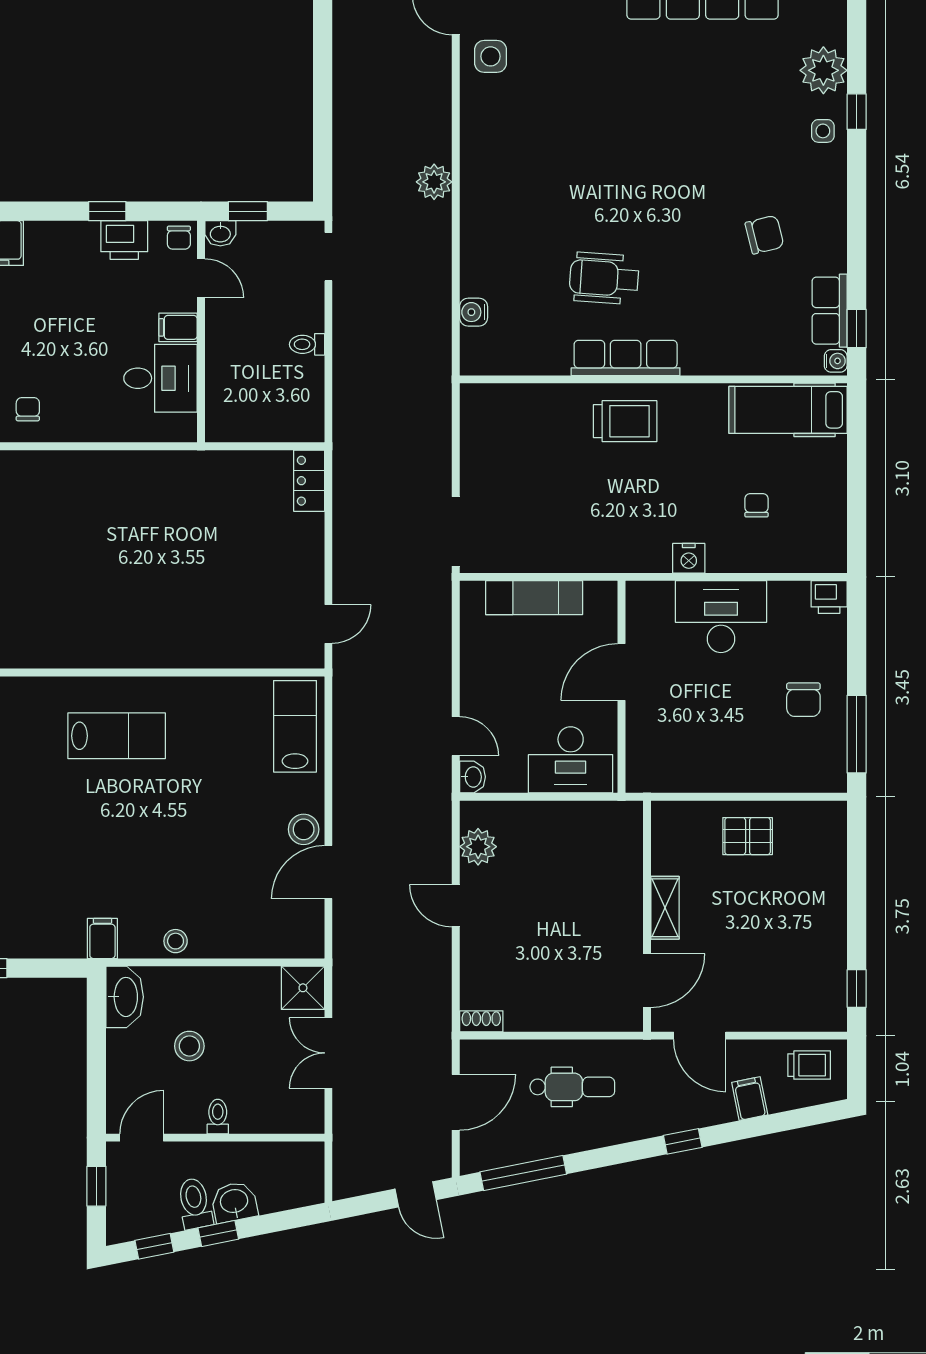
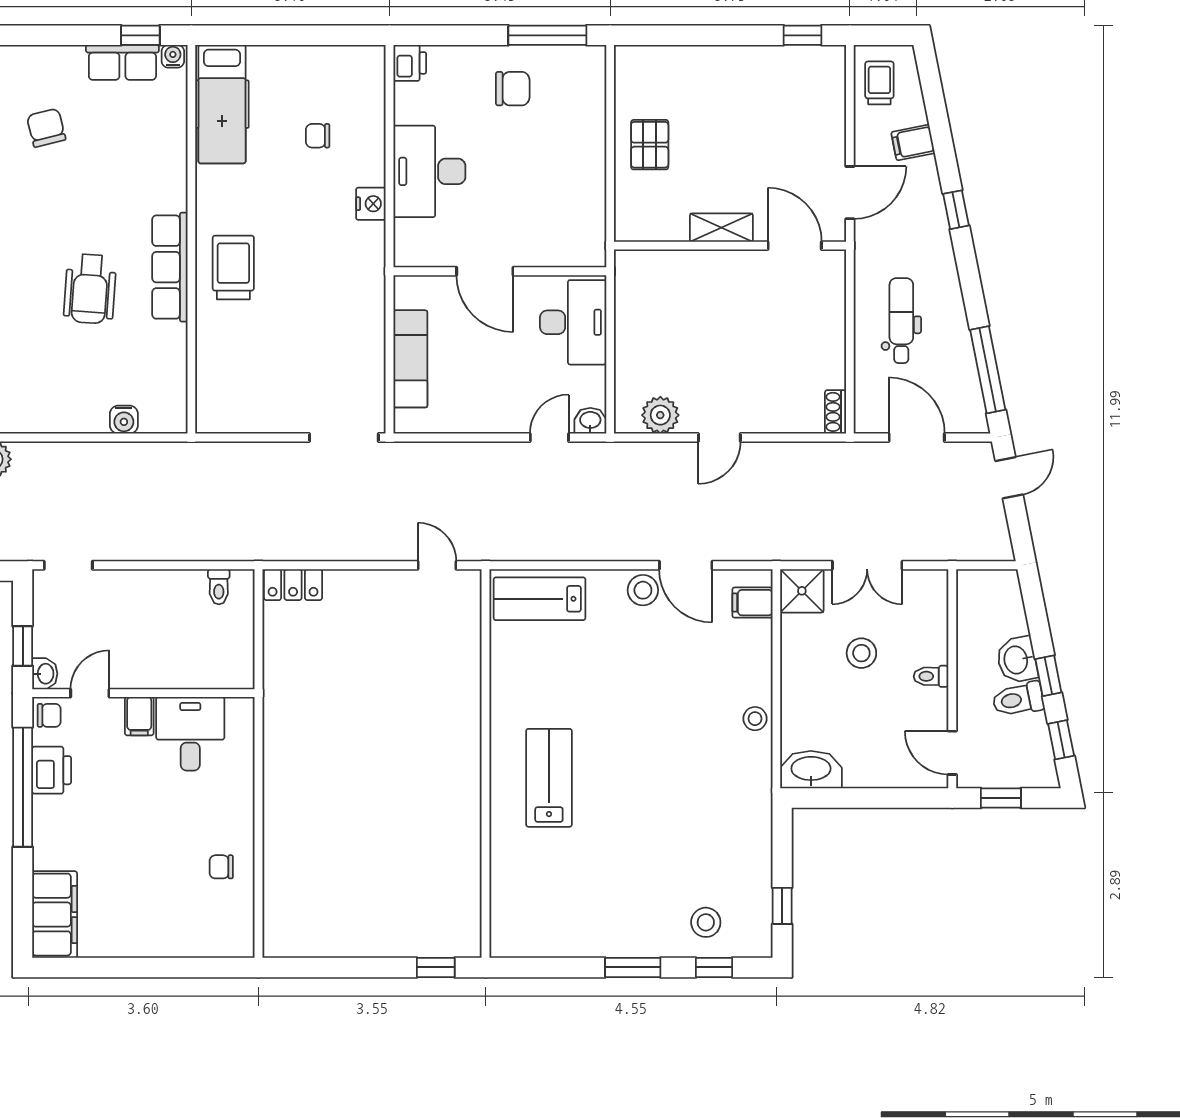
window: (107, 211) -> (23, 787), width x3.17
toilet: (307, 344) -> (219, 587), moved
filing cabinet: (102, 939) -> (752, 603), moved
stool: (189, 1046) -> (861, 653), moved

